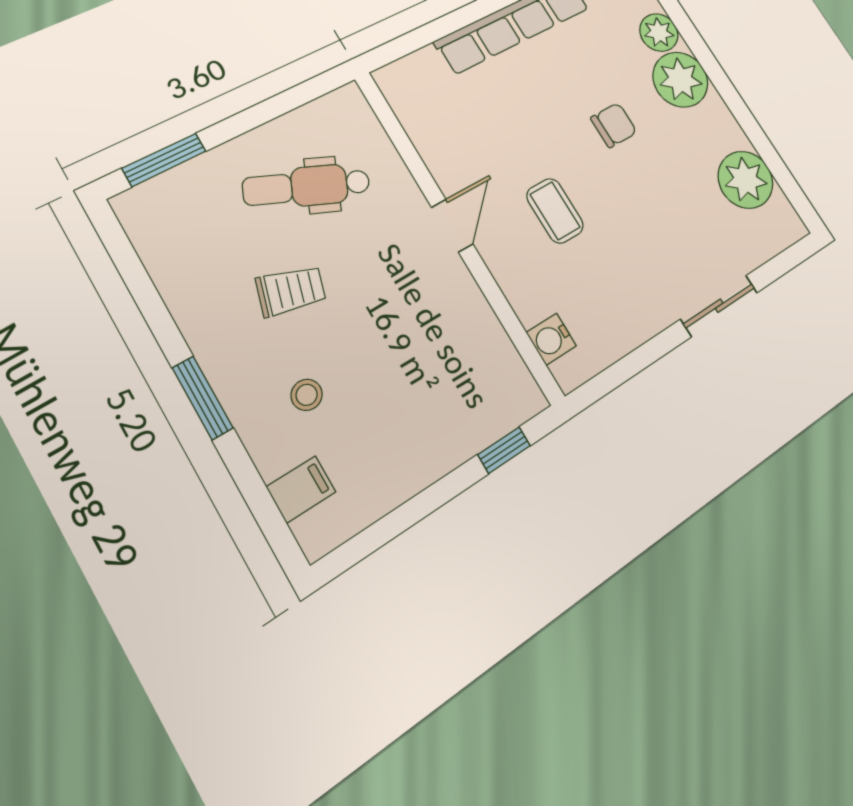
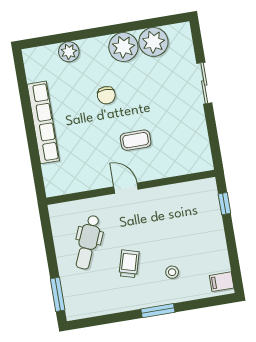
plant: (680, 80) -> (123, 47), moved
chair: (614, 125) -> (106, 95), turned 180
water cooler: (551, 339) -> (189, 165), removed
filing cabinet: (301, 489) -> (222, 282), moved, turned -90

